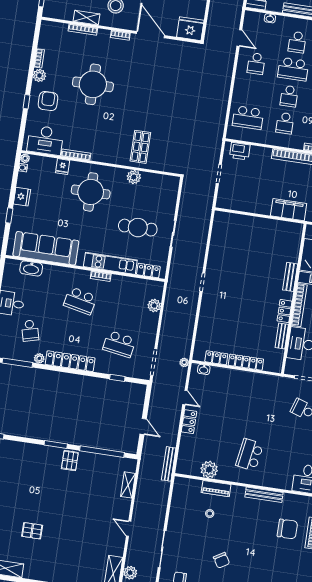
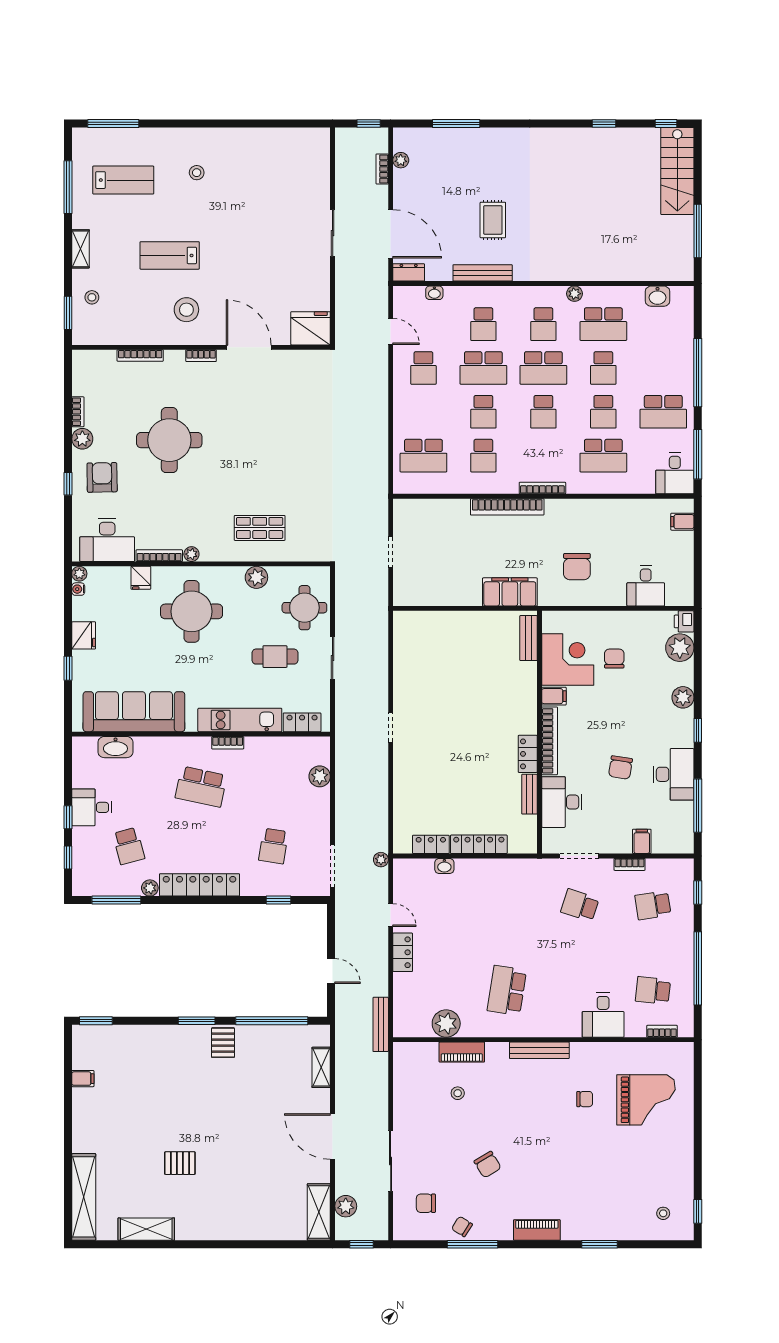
shelving: (87, 18) -> (143, 336), removed
shop shelf: (140, 147) -> (260, 528), turned 90
printer: (240, 151) -> (418, 511), removed
plant: (96, 157) -> (191, 554), added
round table: (161, 200) -> (304, 608), added
cafe table: (138, 228) -> (275, 657), width x0.73, depth x0.74
bench: (290, 277) -> (529, 638), moved
school desk: (119, 344) -> (273, 846), width x0.54
washbasin: (204, 369) -> (444, 866), moved
door: (129, 529) -> (333, 1137), width x1.88
chair: (287, 529) -> (585, 1099), width x0.54, depth x0.54

